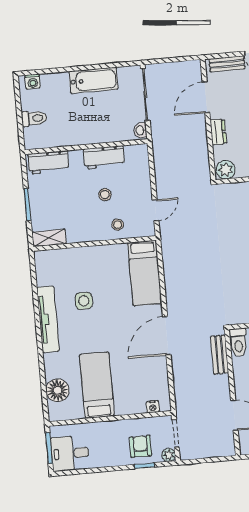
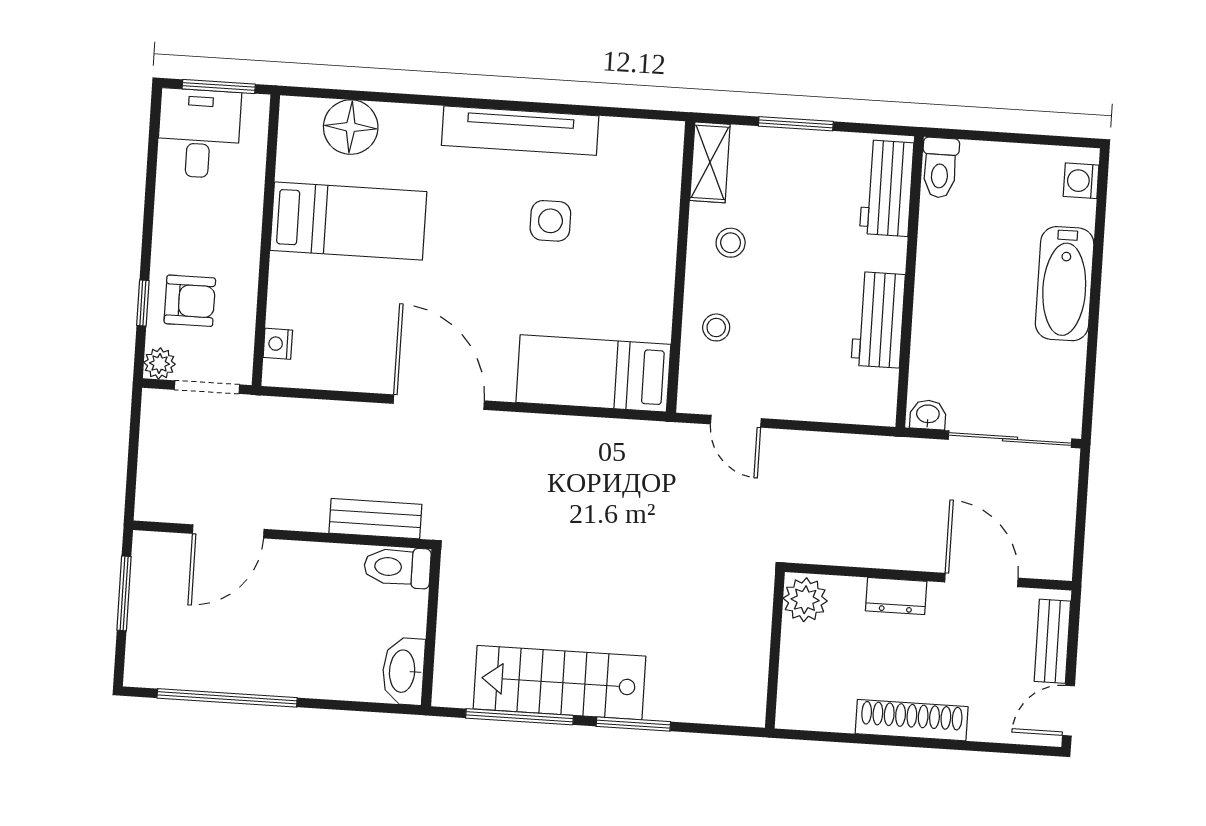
bathtub: (93, 80) -> (1065, 284), moved
toilet: (34, 118) -> (940, 168), moved
stool: (105, 195) -> (731, 243), moved

